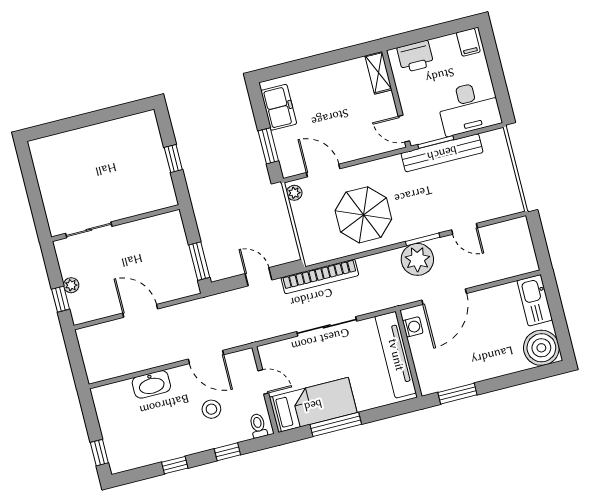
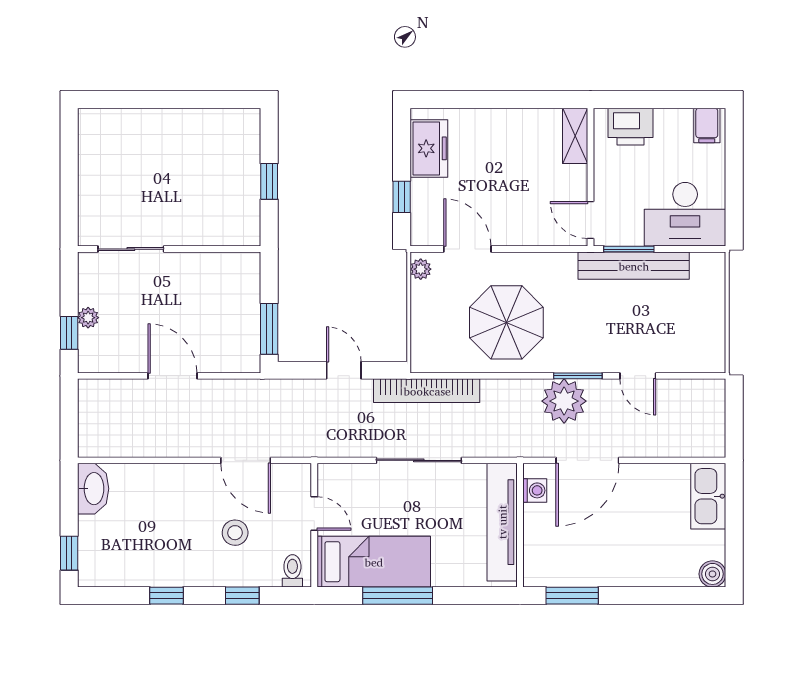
window: (268, 146) -> (402, 197), width x0.67
boiler: (541, 348) -> (712, 574), width x0.54, depth x0.54
washbasin: (151, 384) -> (93, 489), moved, turned -90

